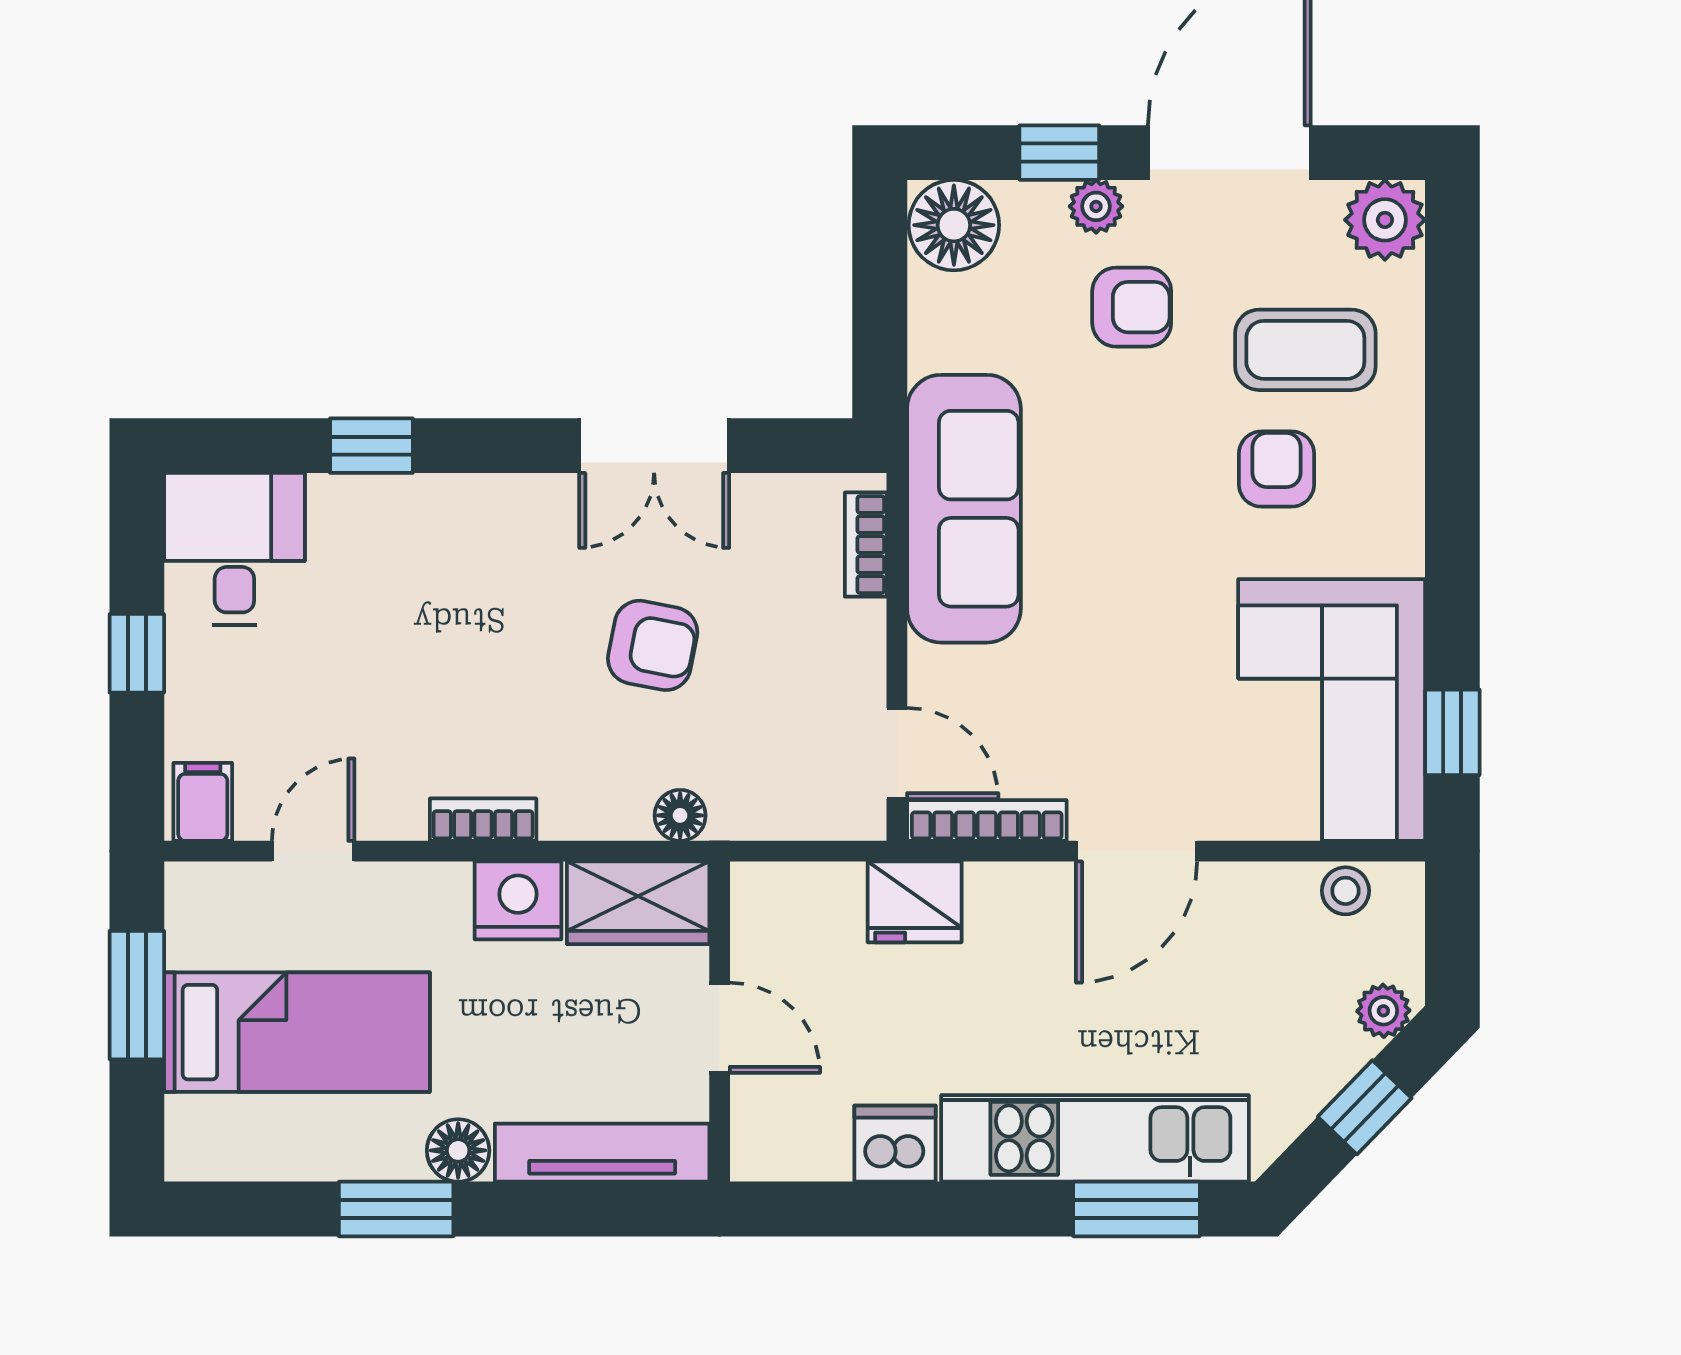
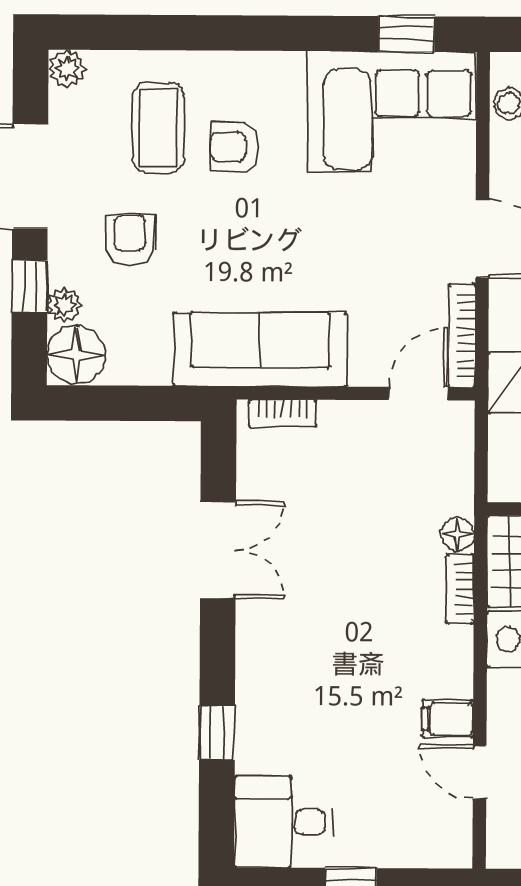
plant: (1096, 206) -> (64, 305), moved
plant: (1385, 220) -> (67, 69), width x0.73, depth x0.73
armchair: (653, 645) -> (347, 551), removed
filing cabinet: (203, 802) -> (448, 719), moved
bookcase: (483, 820) -> (460, 589), moved

